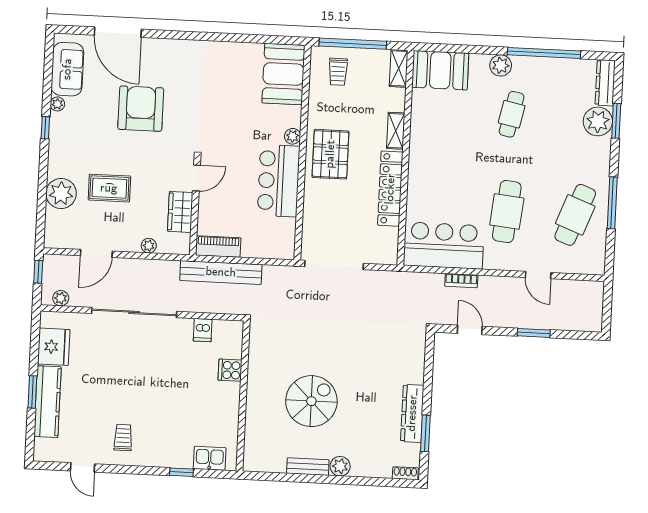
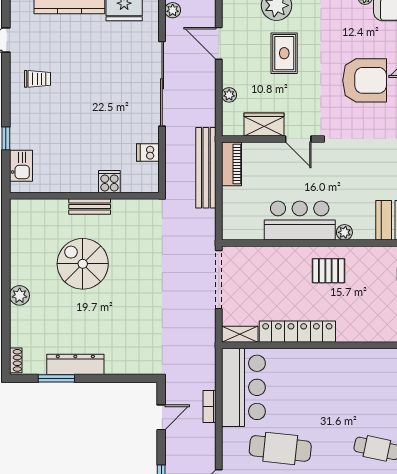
shelving: (396, 131) -> (240, 334), moved
pallet: (330, 154) -> (328, 271), width x0.67, depth x0.71
spiral stairs: (311, 401) -> (83, 264), turned 180
bench: (308, 467) -> (90, 206), moved, turned 90

